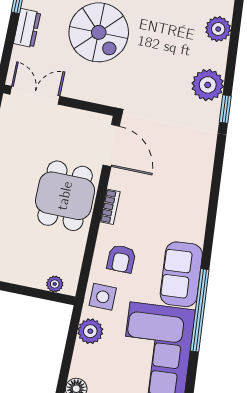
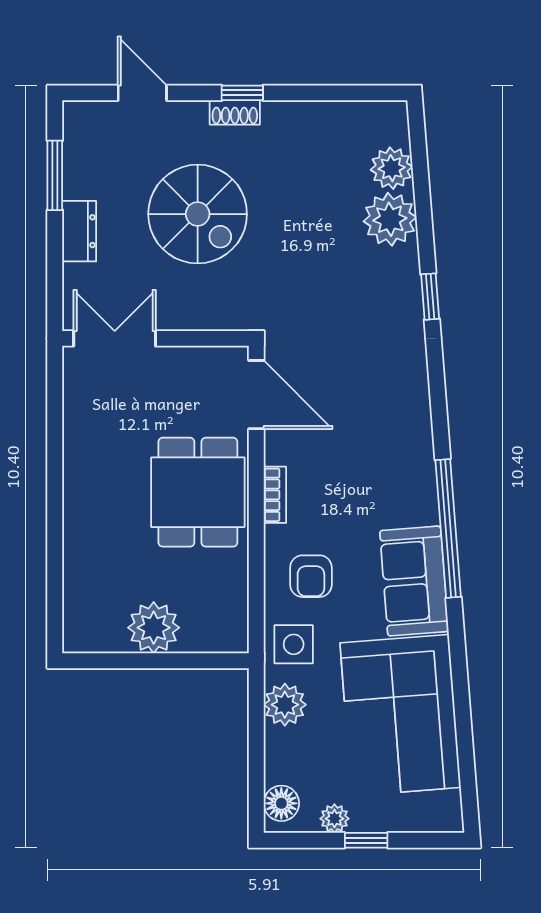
plant: (208, 85) -> (390, 219), moved
plant: (55, 284) -> (154, 628), moved, width x1.88, depth x1.88
window: (200, 310) -> (448, 528), moved

